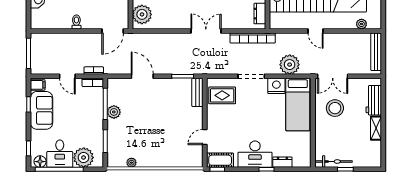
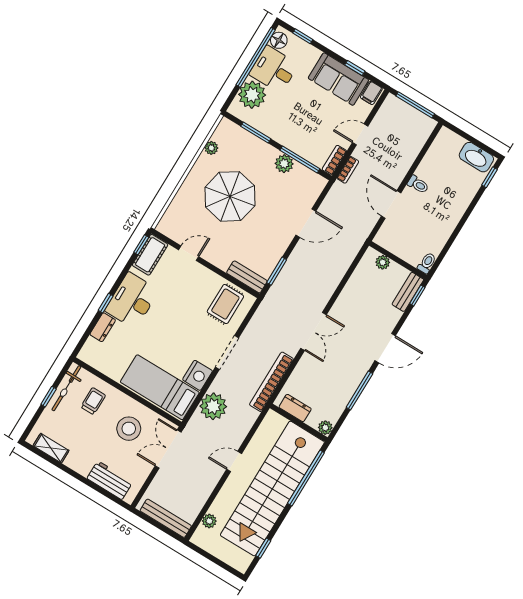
plant: (142, 14) -> (383, 262), width x0.53, depth x0.53
door: (113, 31) -> (391, 204), moved
shelving: (376, 128) -> (51, 448), moved
parasol: (154, 133) -> (230, 196), added
door: (205, 137) -> (189, 253), hinge flipped
trolley: (331, 140) -> (93, 401), added

